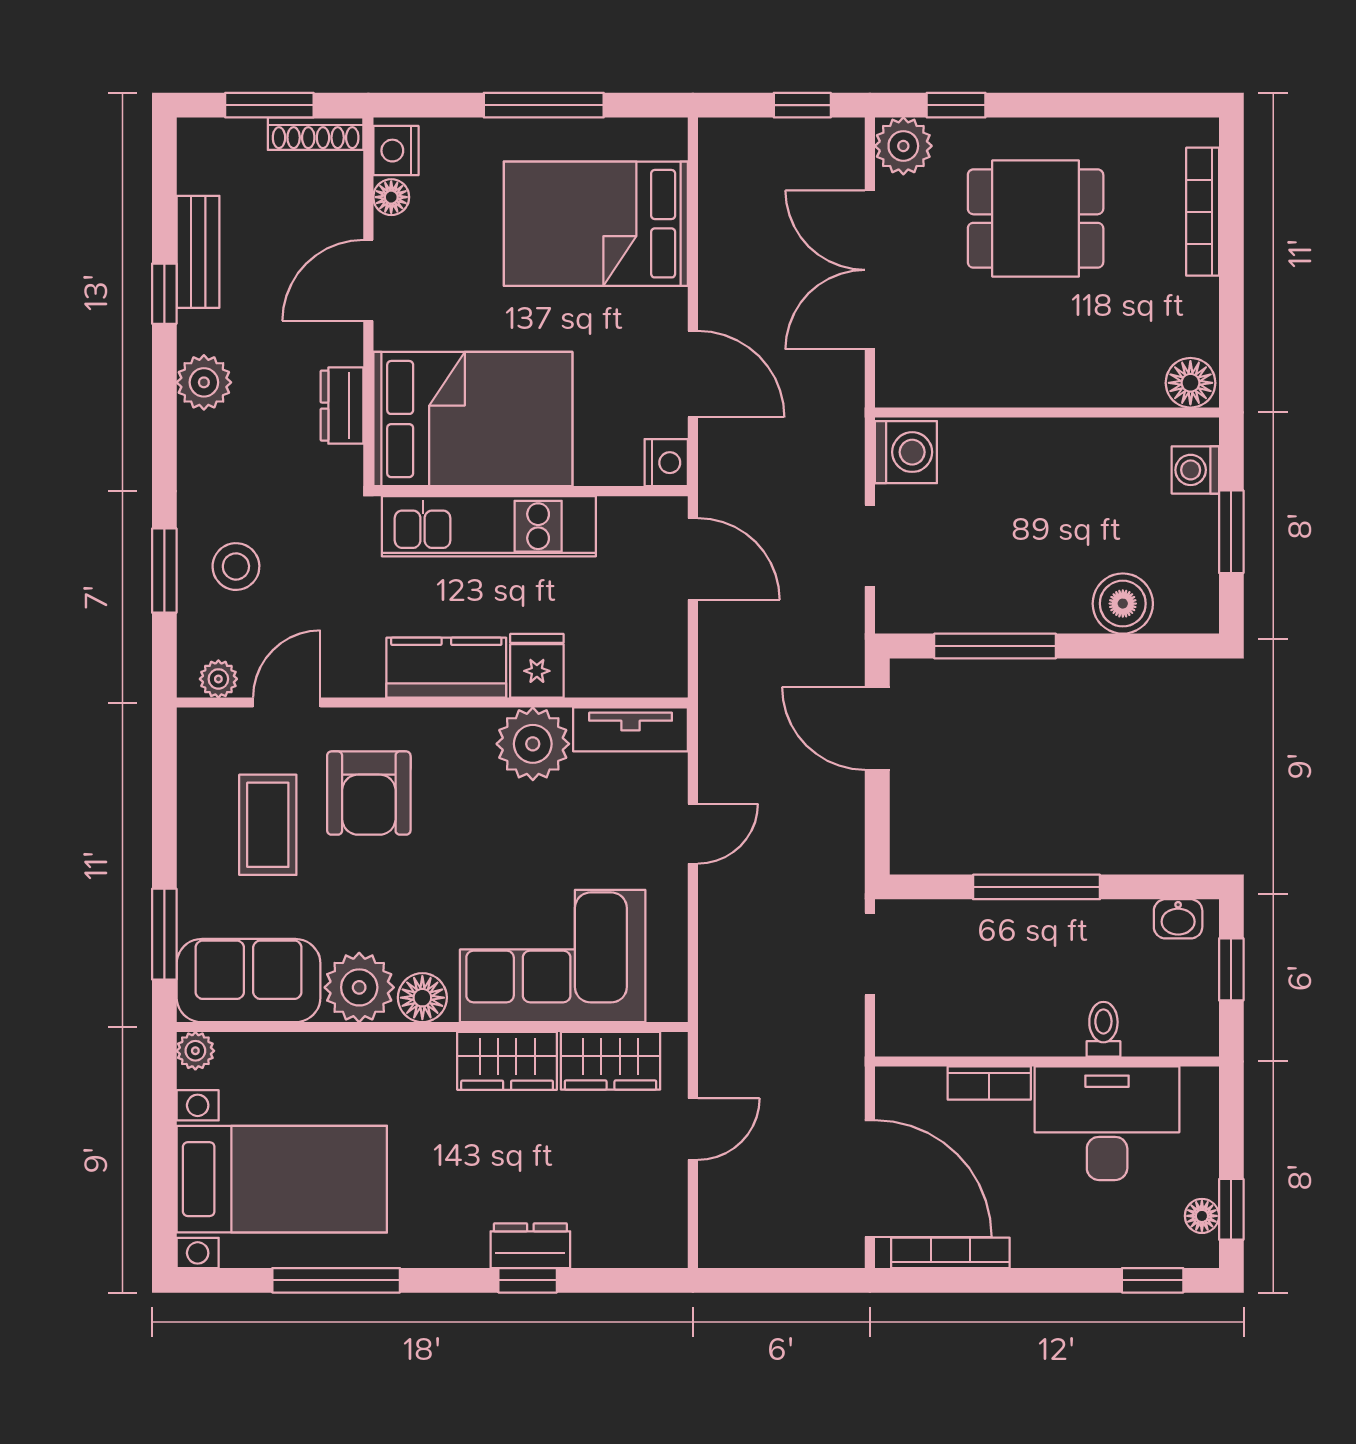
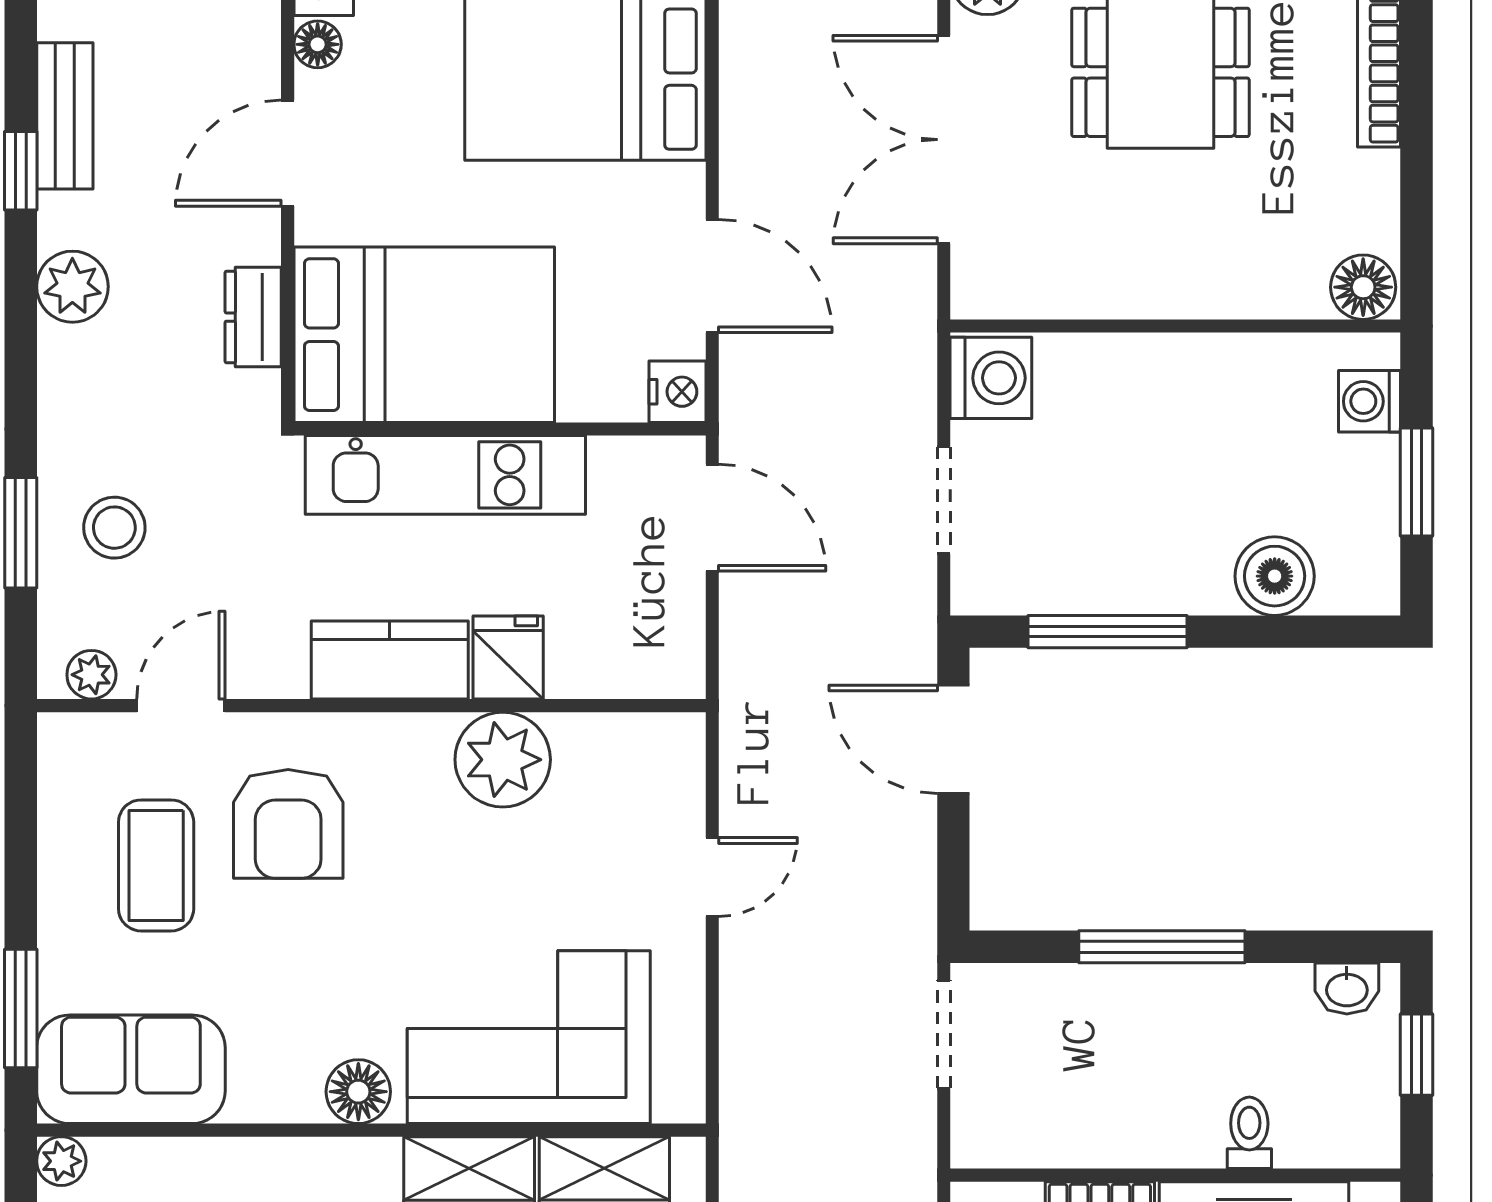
tv unit: (631, 729) -> (631, 741), removed
plant: (359, 987) -> (276, 1078), removed

